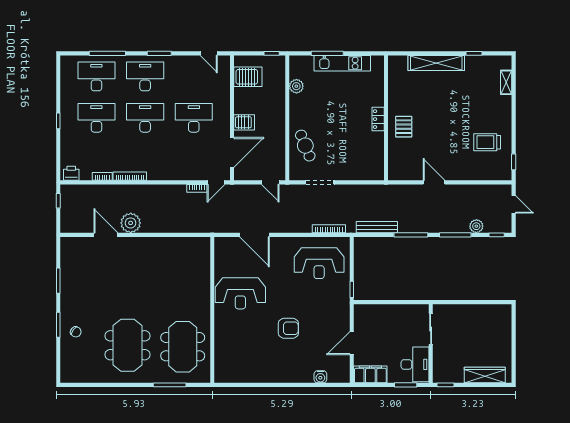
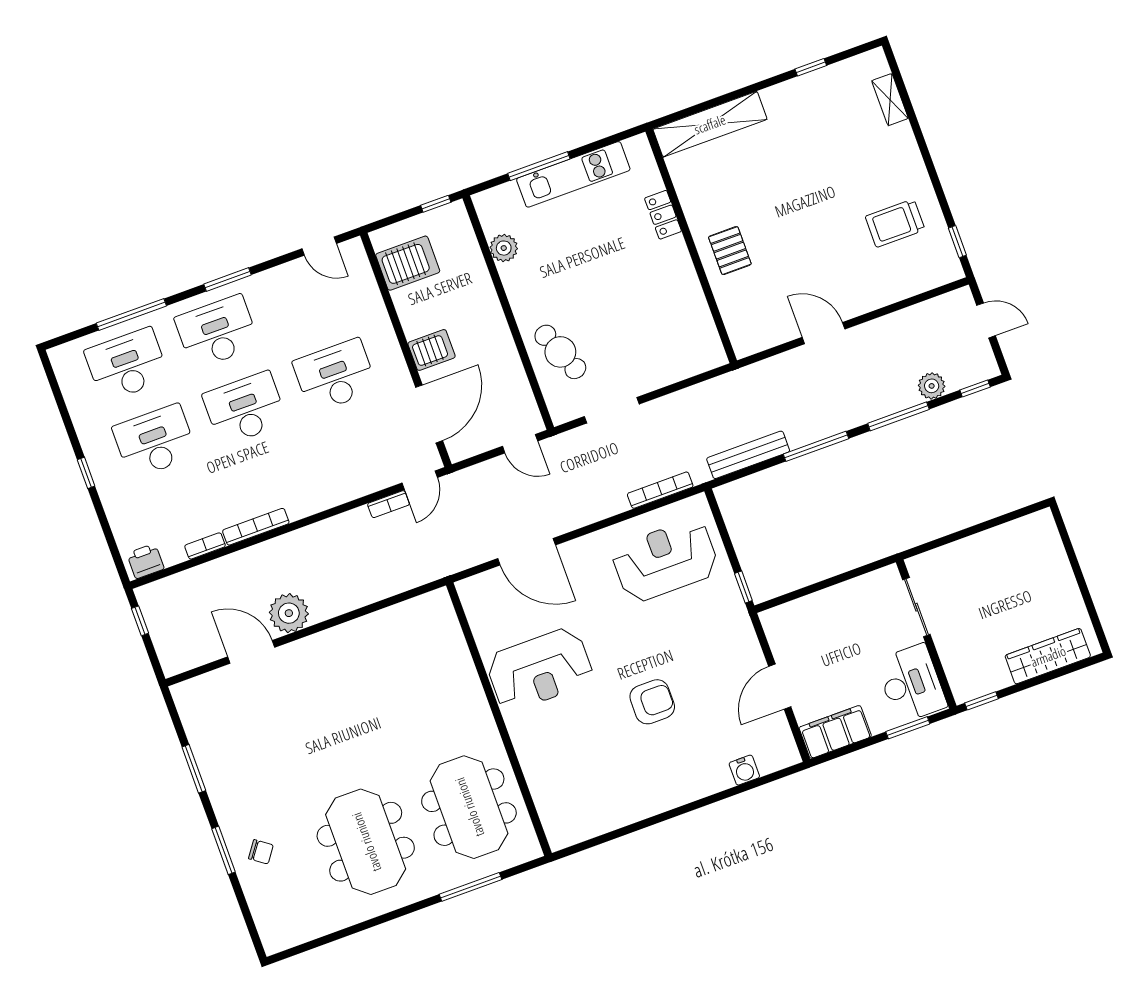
shelving: (436, 63) -> (710, 124), moved
locker: (378, 119) -> (663, 215), moved
reception desk: (319, 263) -> (665, 560), turned 180

